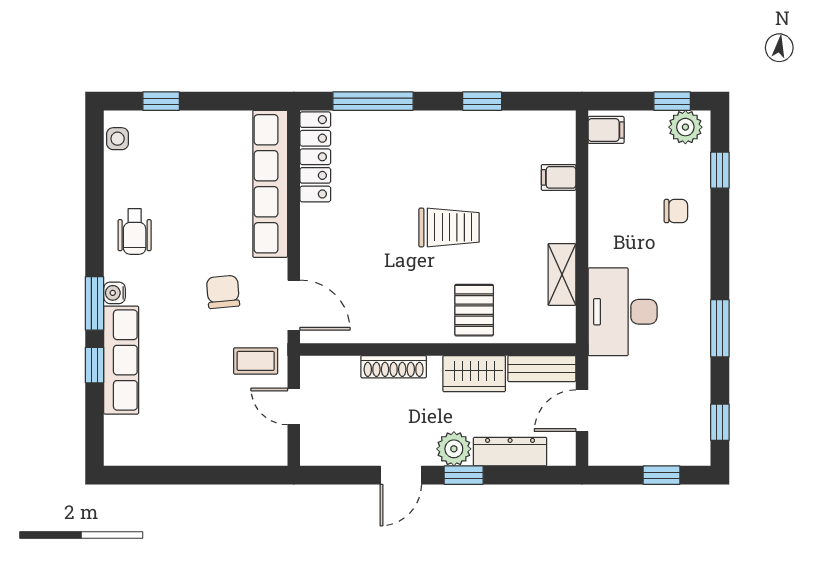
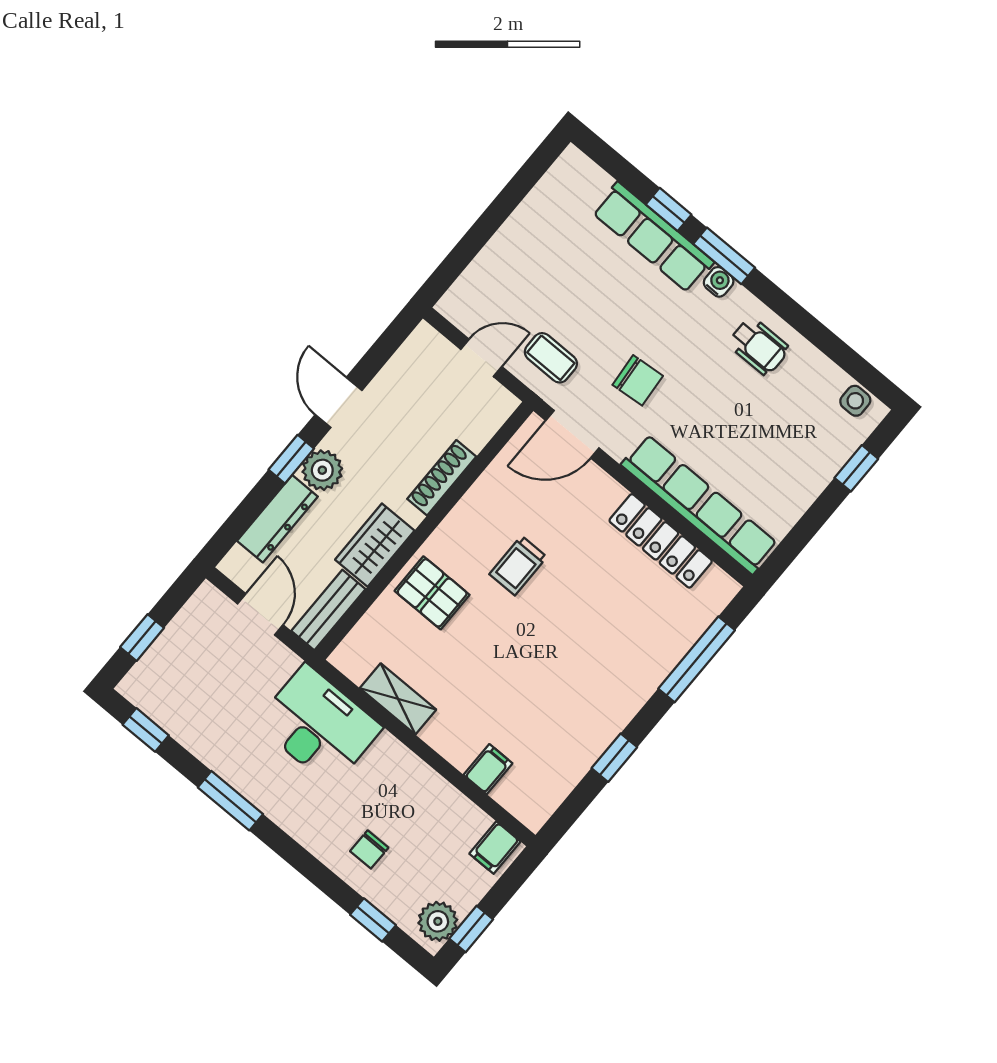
locker: (315, 157) -> (661, 541), moved
trolley: (449, 227) -> (518, 566), moved, width x0.73, depth x0.72
wheelchair: (135, 232) -> (759, 346), turned 180
coffee table: (256, 361) -> (551, 358), turned 90

